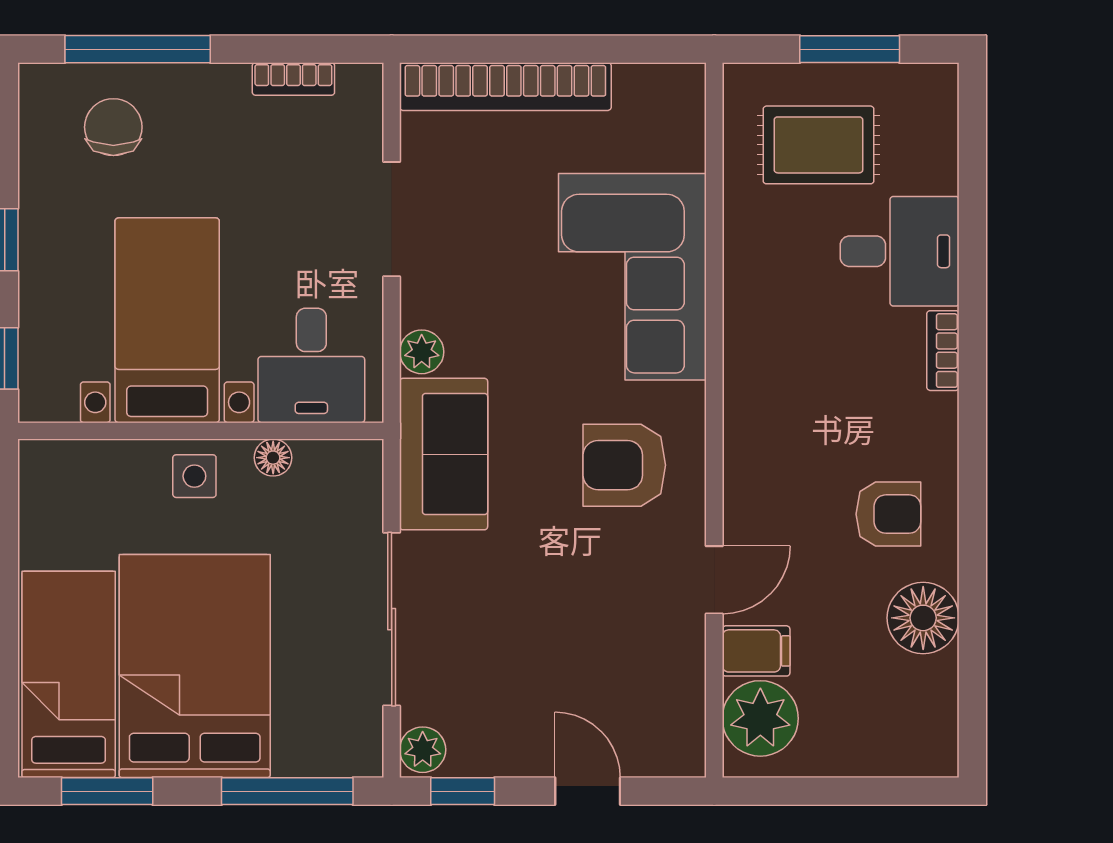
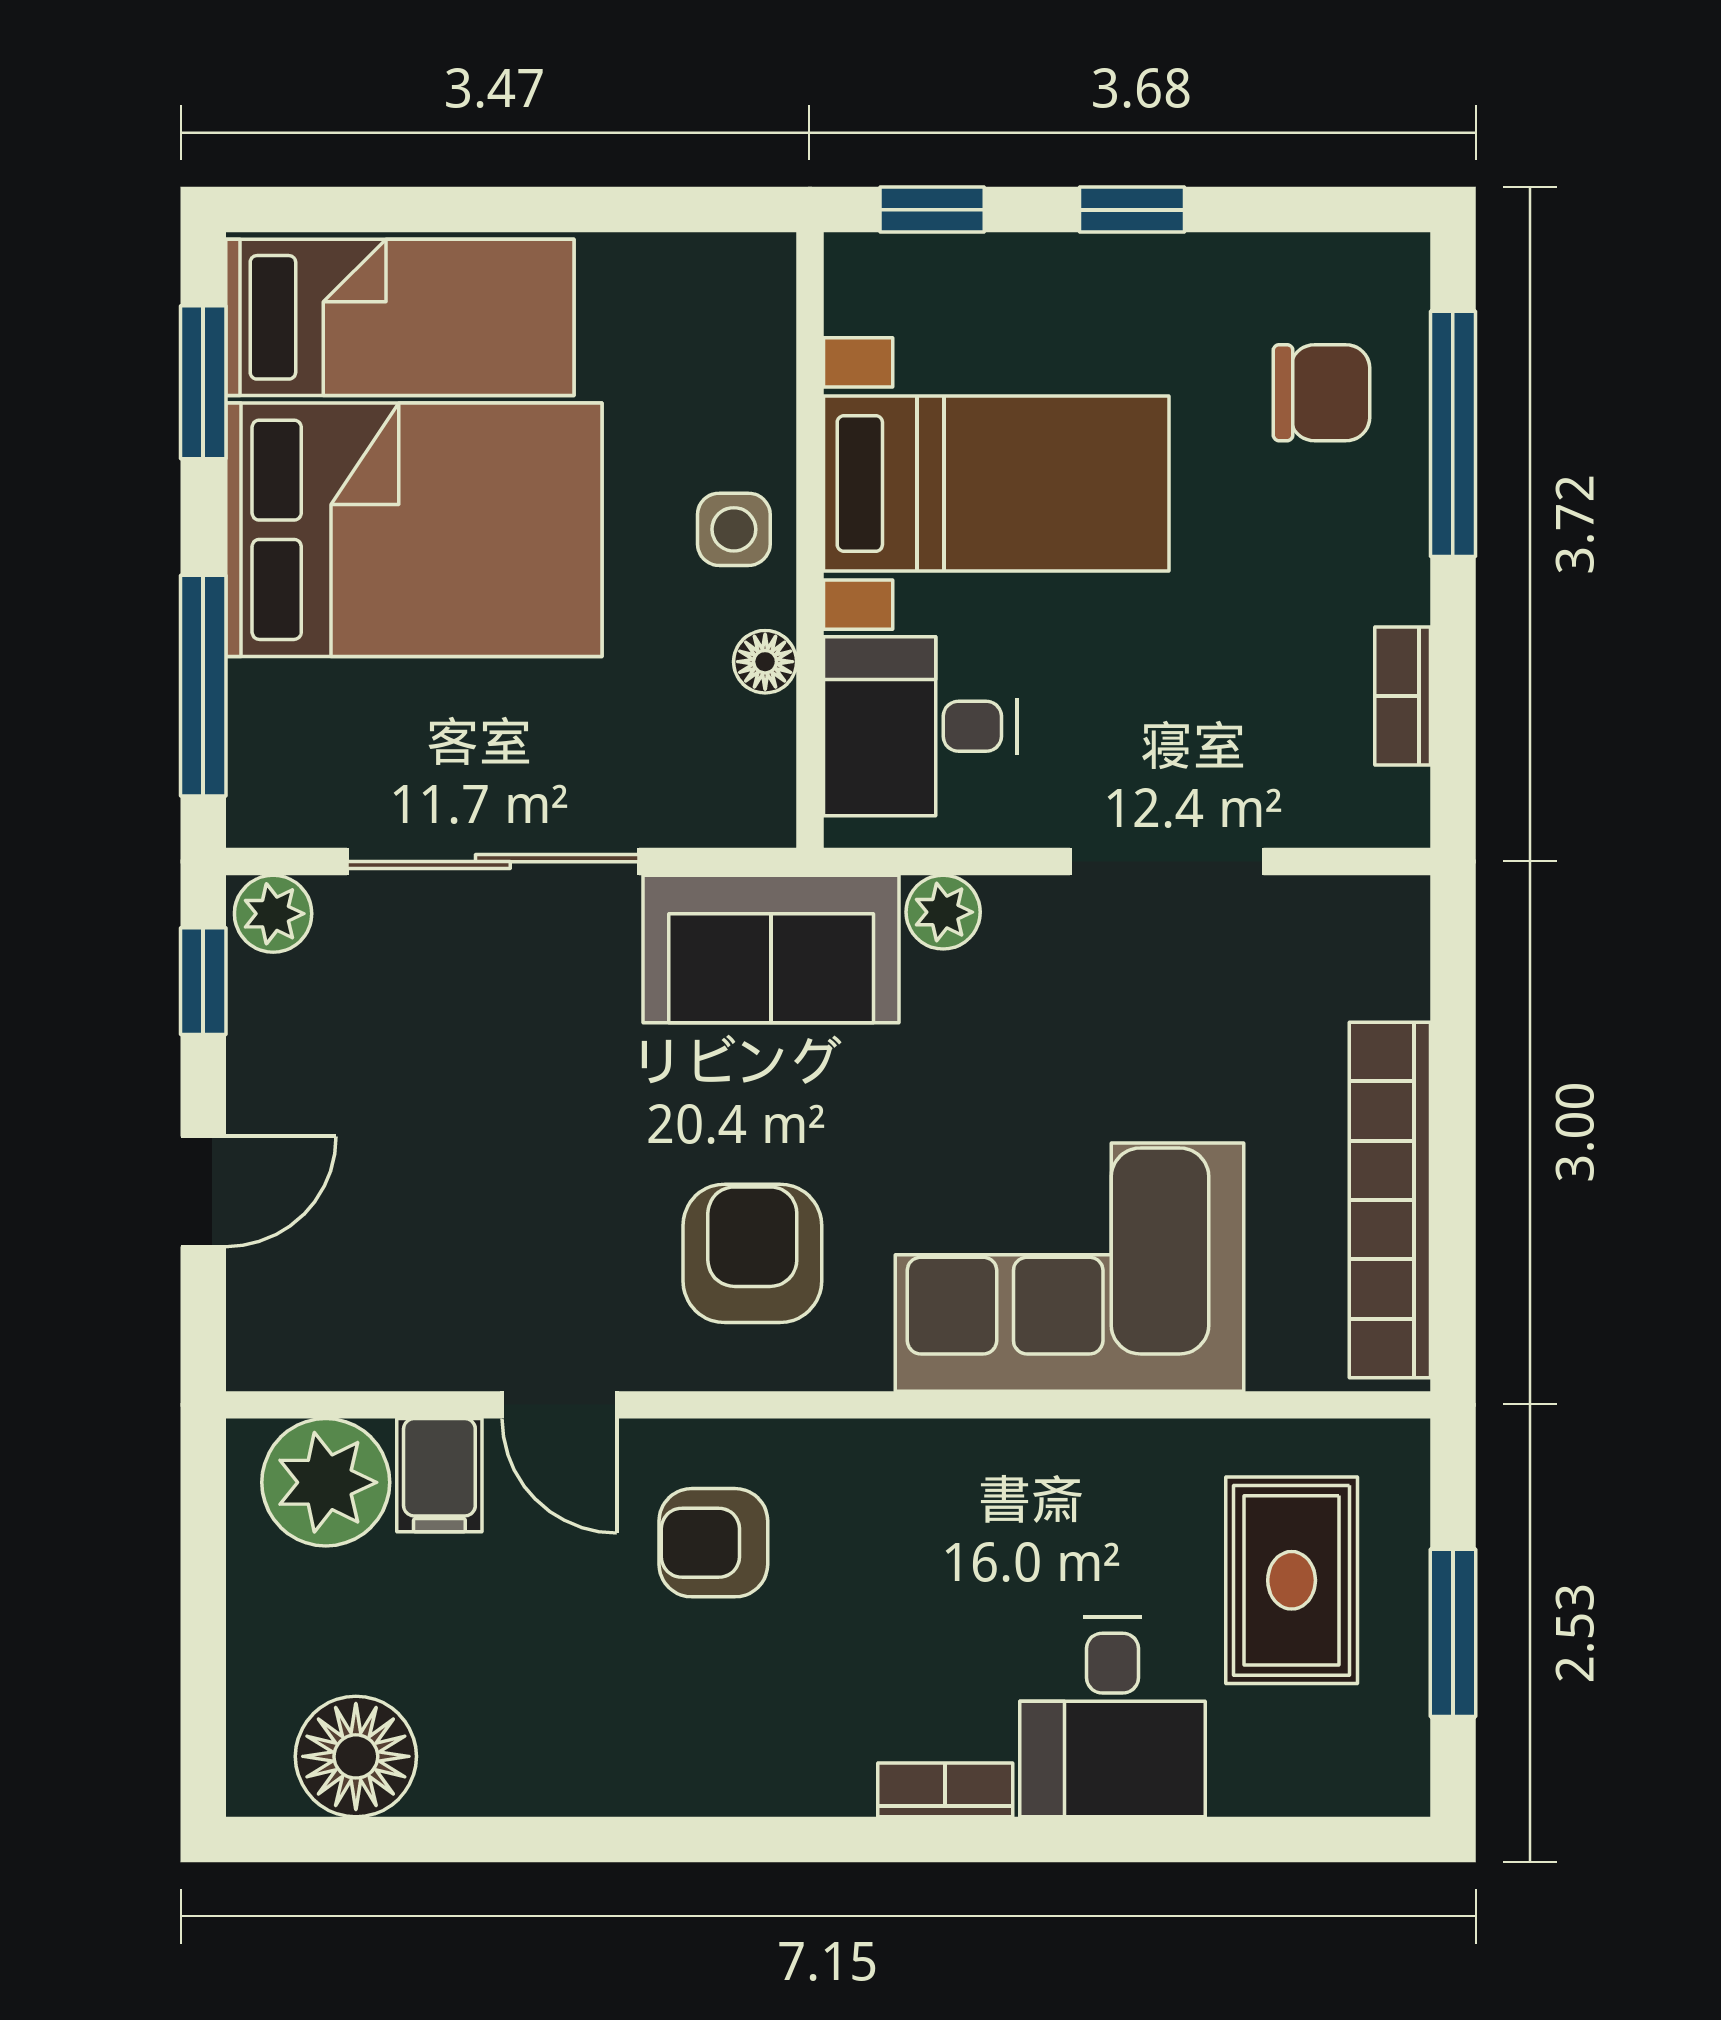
bookcase: (505, 87) -> (1390, 1200), moved
armchair: (888, 514) -> (713, 1543), moved, turned 90
floor lamp: (923, 618) -> (356, 1756), moved

